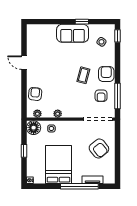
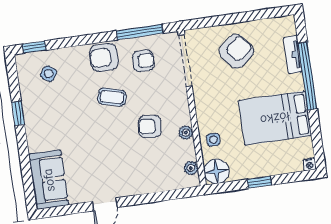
sofa: (73, 33) -> (49, 180), moved
armchair: (35, 94) -> (150, 126), moved

